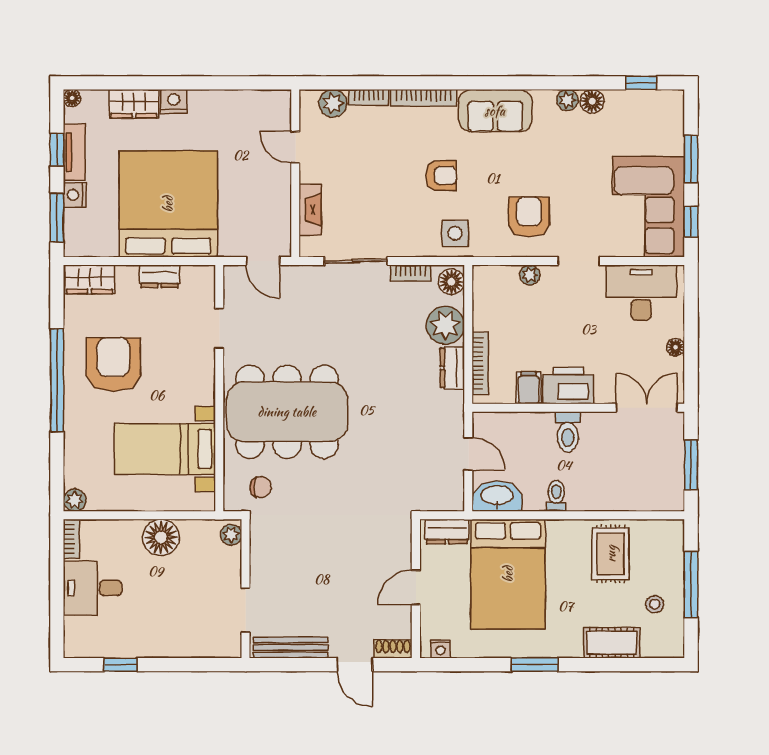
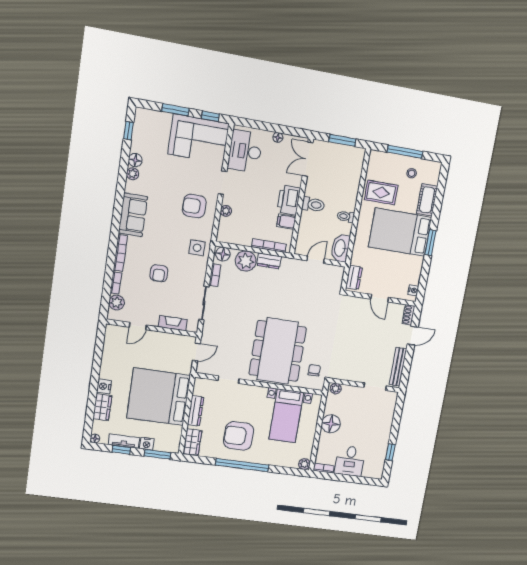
armchair: (441, 176) -> (159, 273), moved, turned 180
dresser: (160, 276) -> (196, 411), width x1.44
bed: (508, 574) -> (400, 232), moved, turned 180

